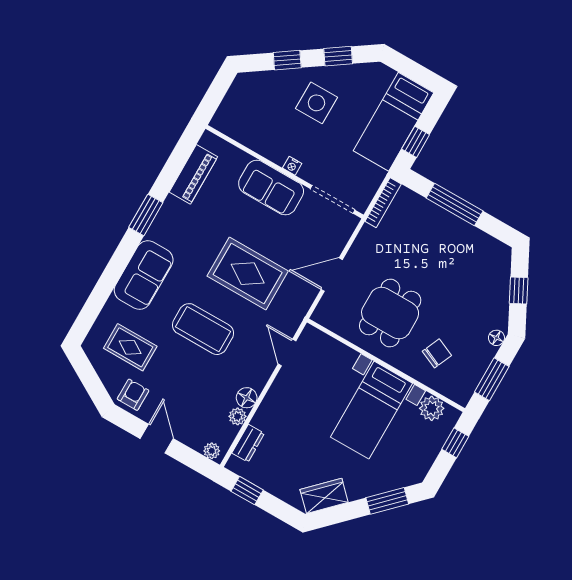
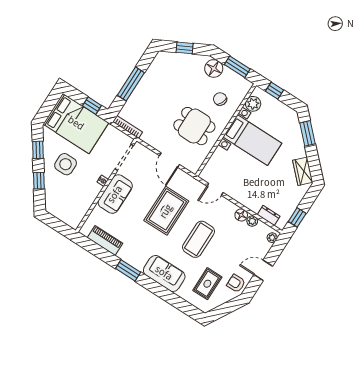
bed: (394, 122) -> (76, 123), width x1.50
floor lamp: (496, 338) -> (214, 68), width x1.89, depth x1.89

